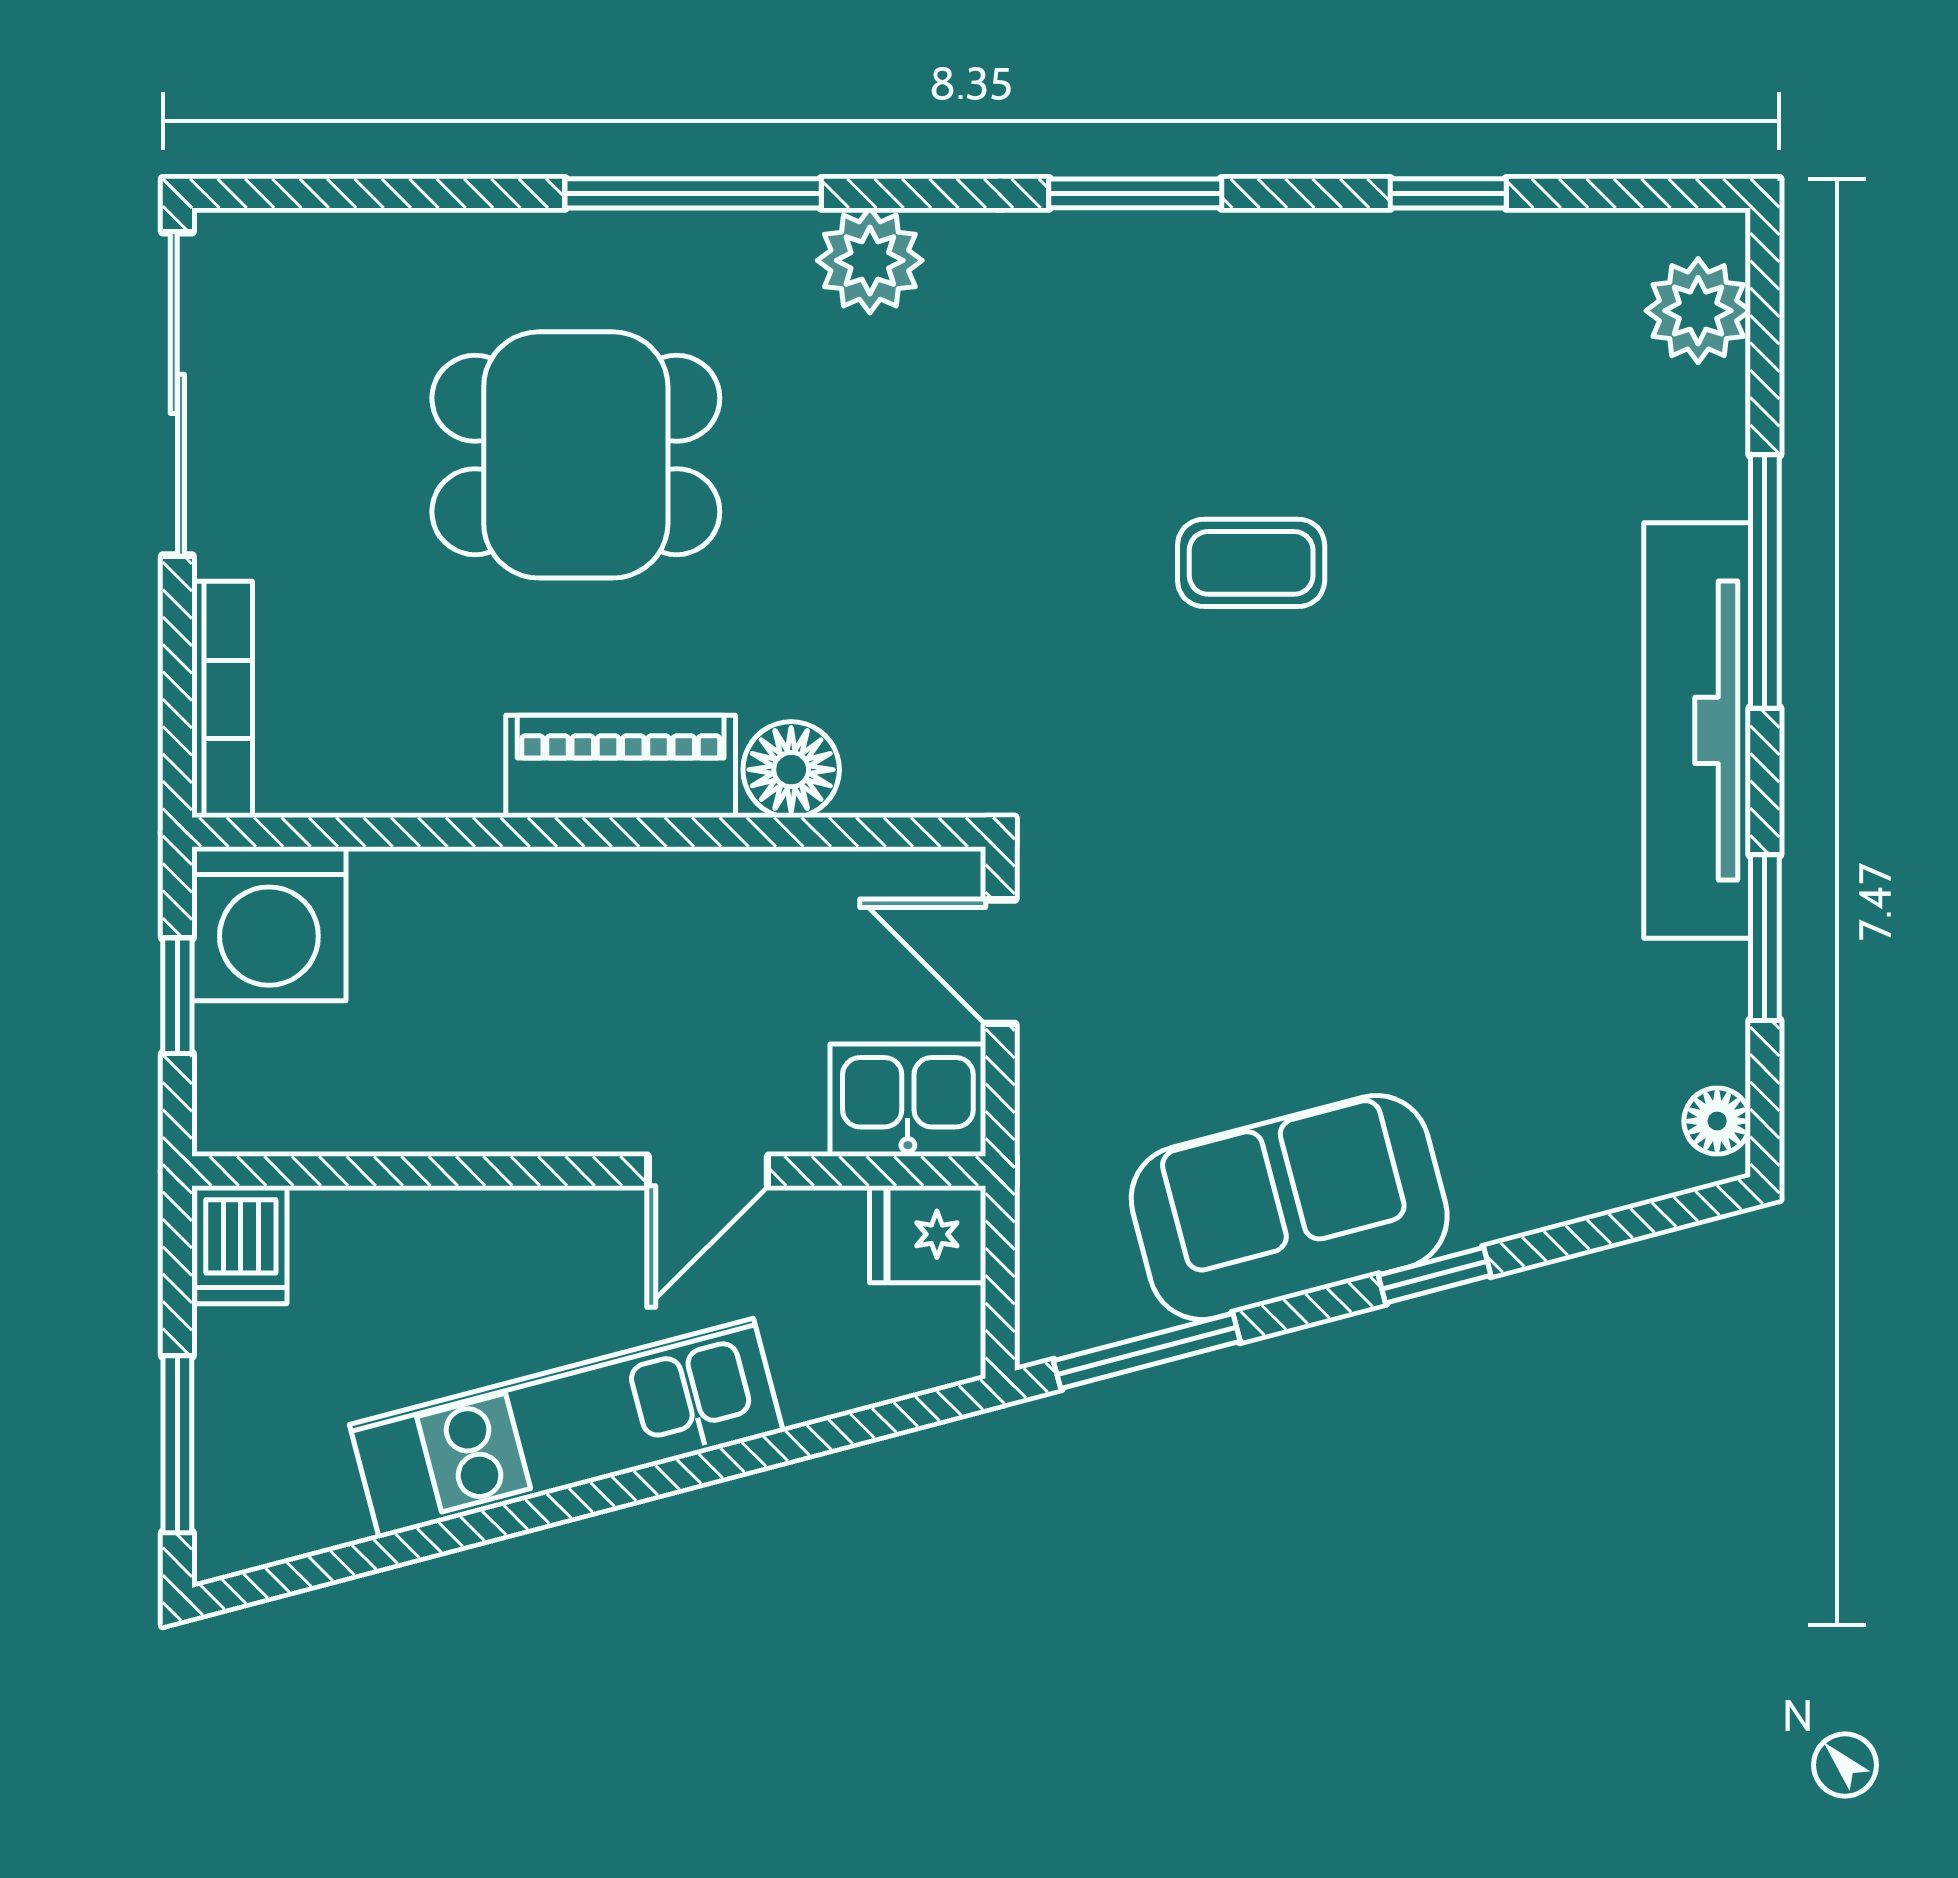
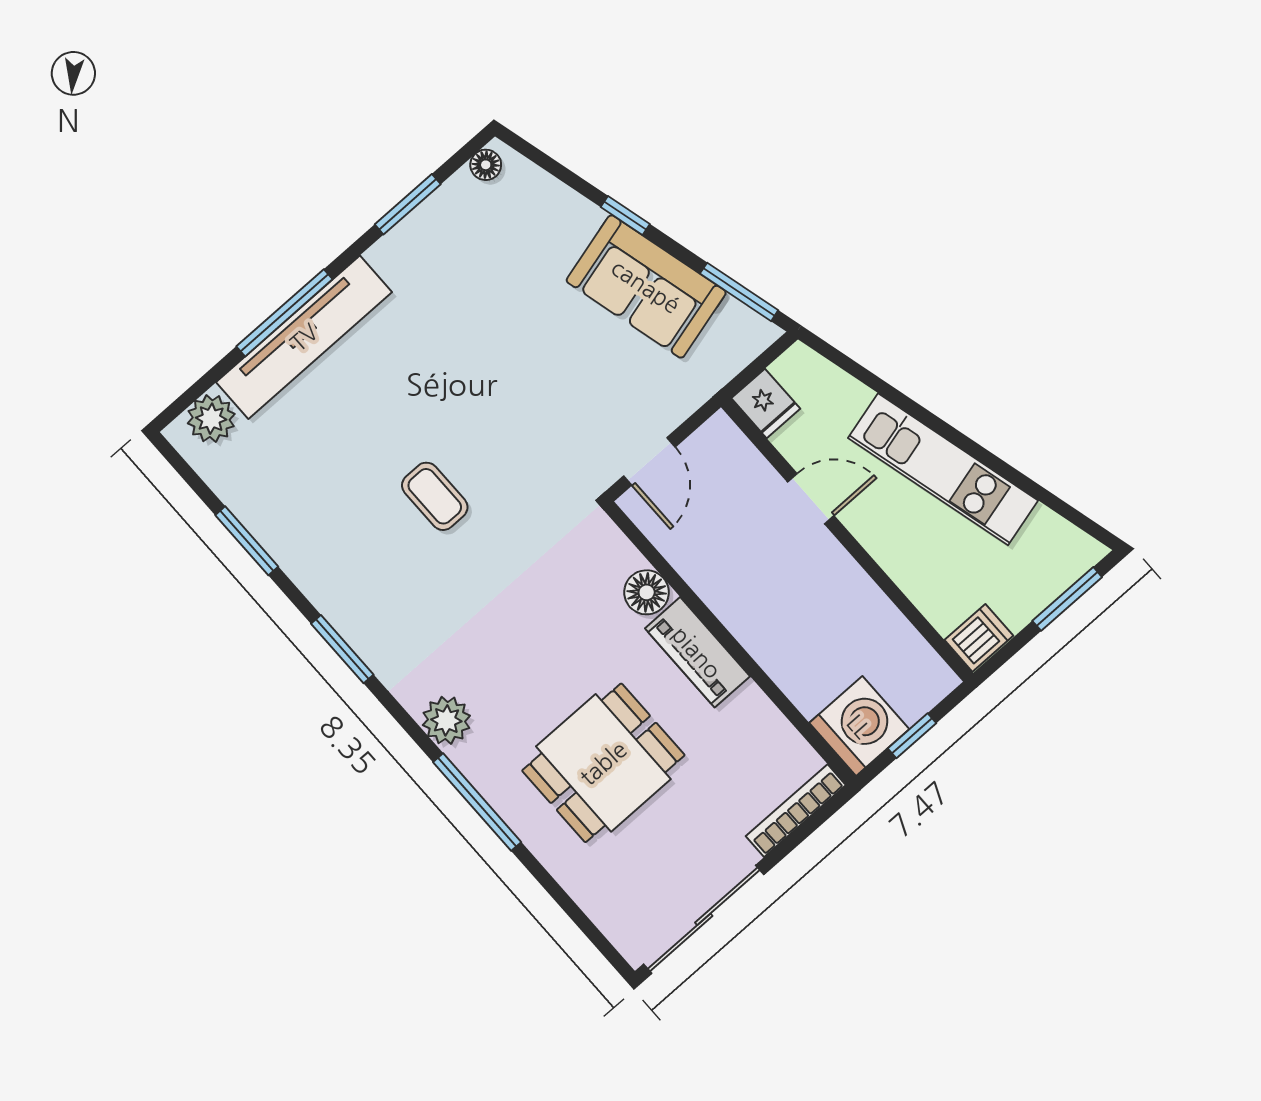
window: (1448, 193) -> (247, 541), width x1.50
dining table: (576, 455) -> (603, 763), turned 90
tv unit: (1697, 730) -> (304, 337), moved
kitchen sink: (908, 1100) -> (725, 451), removed

